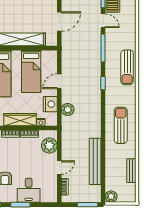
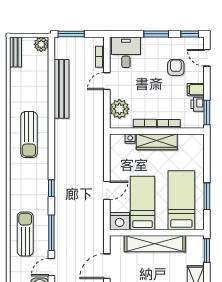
door: (103, 21) -> (51, 267), hinge flipped
sun lounger: (127, 67) -> (25, 234), moved
nightstand: (50, 104) -> (120, 221), moved, turned -90
plant: (68, 110) -> (96, 155), removed
bench: (131, 171) -> (16, 52), moved
desk: (29, 190) -> (126, 52), moved

